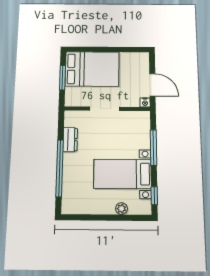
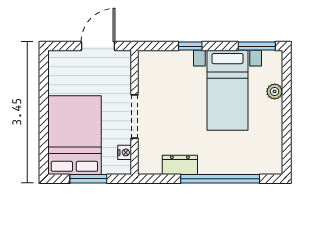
nightstand: (145, 102) -> (125, 152), moved
window: (153, 148) -> (190, 46), width x0.46
window: (154, 196) -> (257, 46), width x1.50

